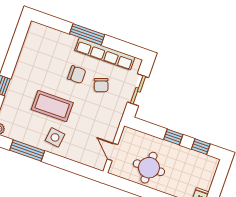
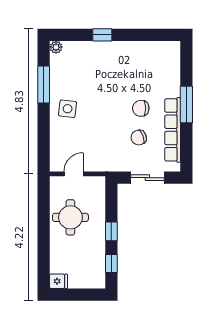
chair: (77, 75) -> (141, 108), turned 90
coffee table: (52, 106) -> (99, 94), removed

